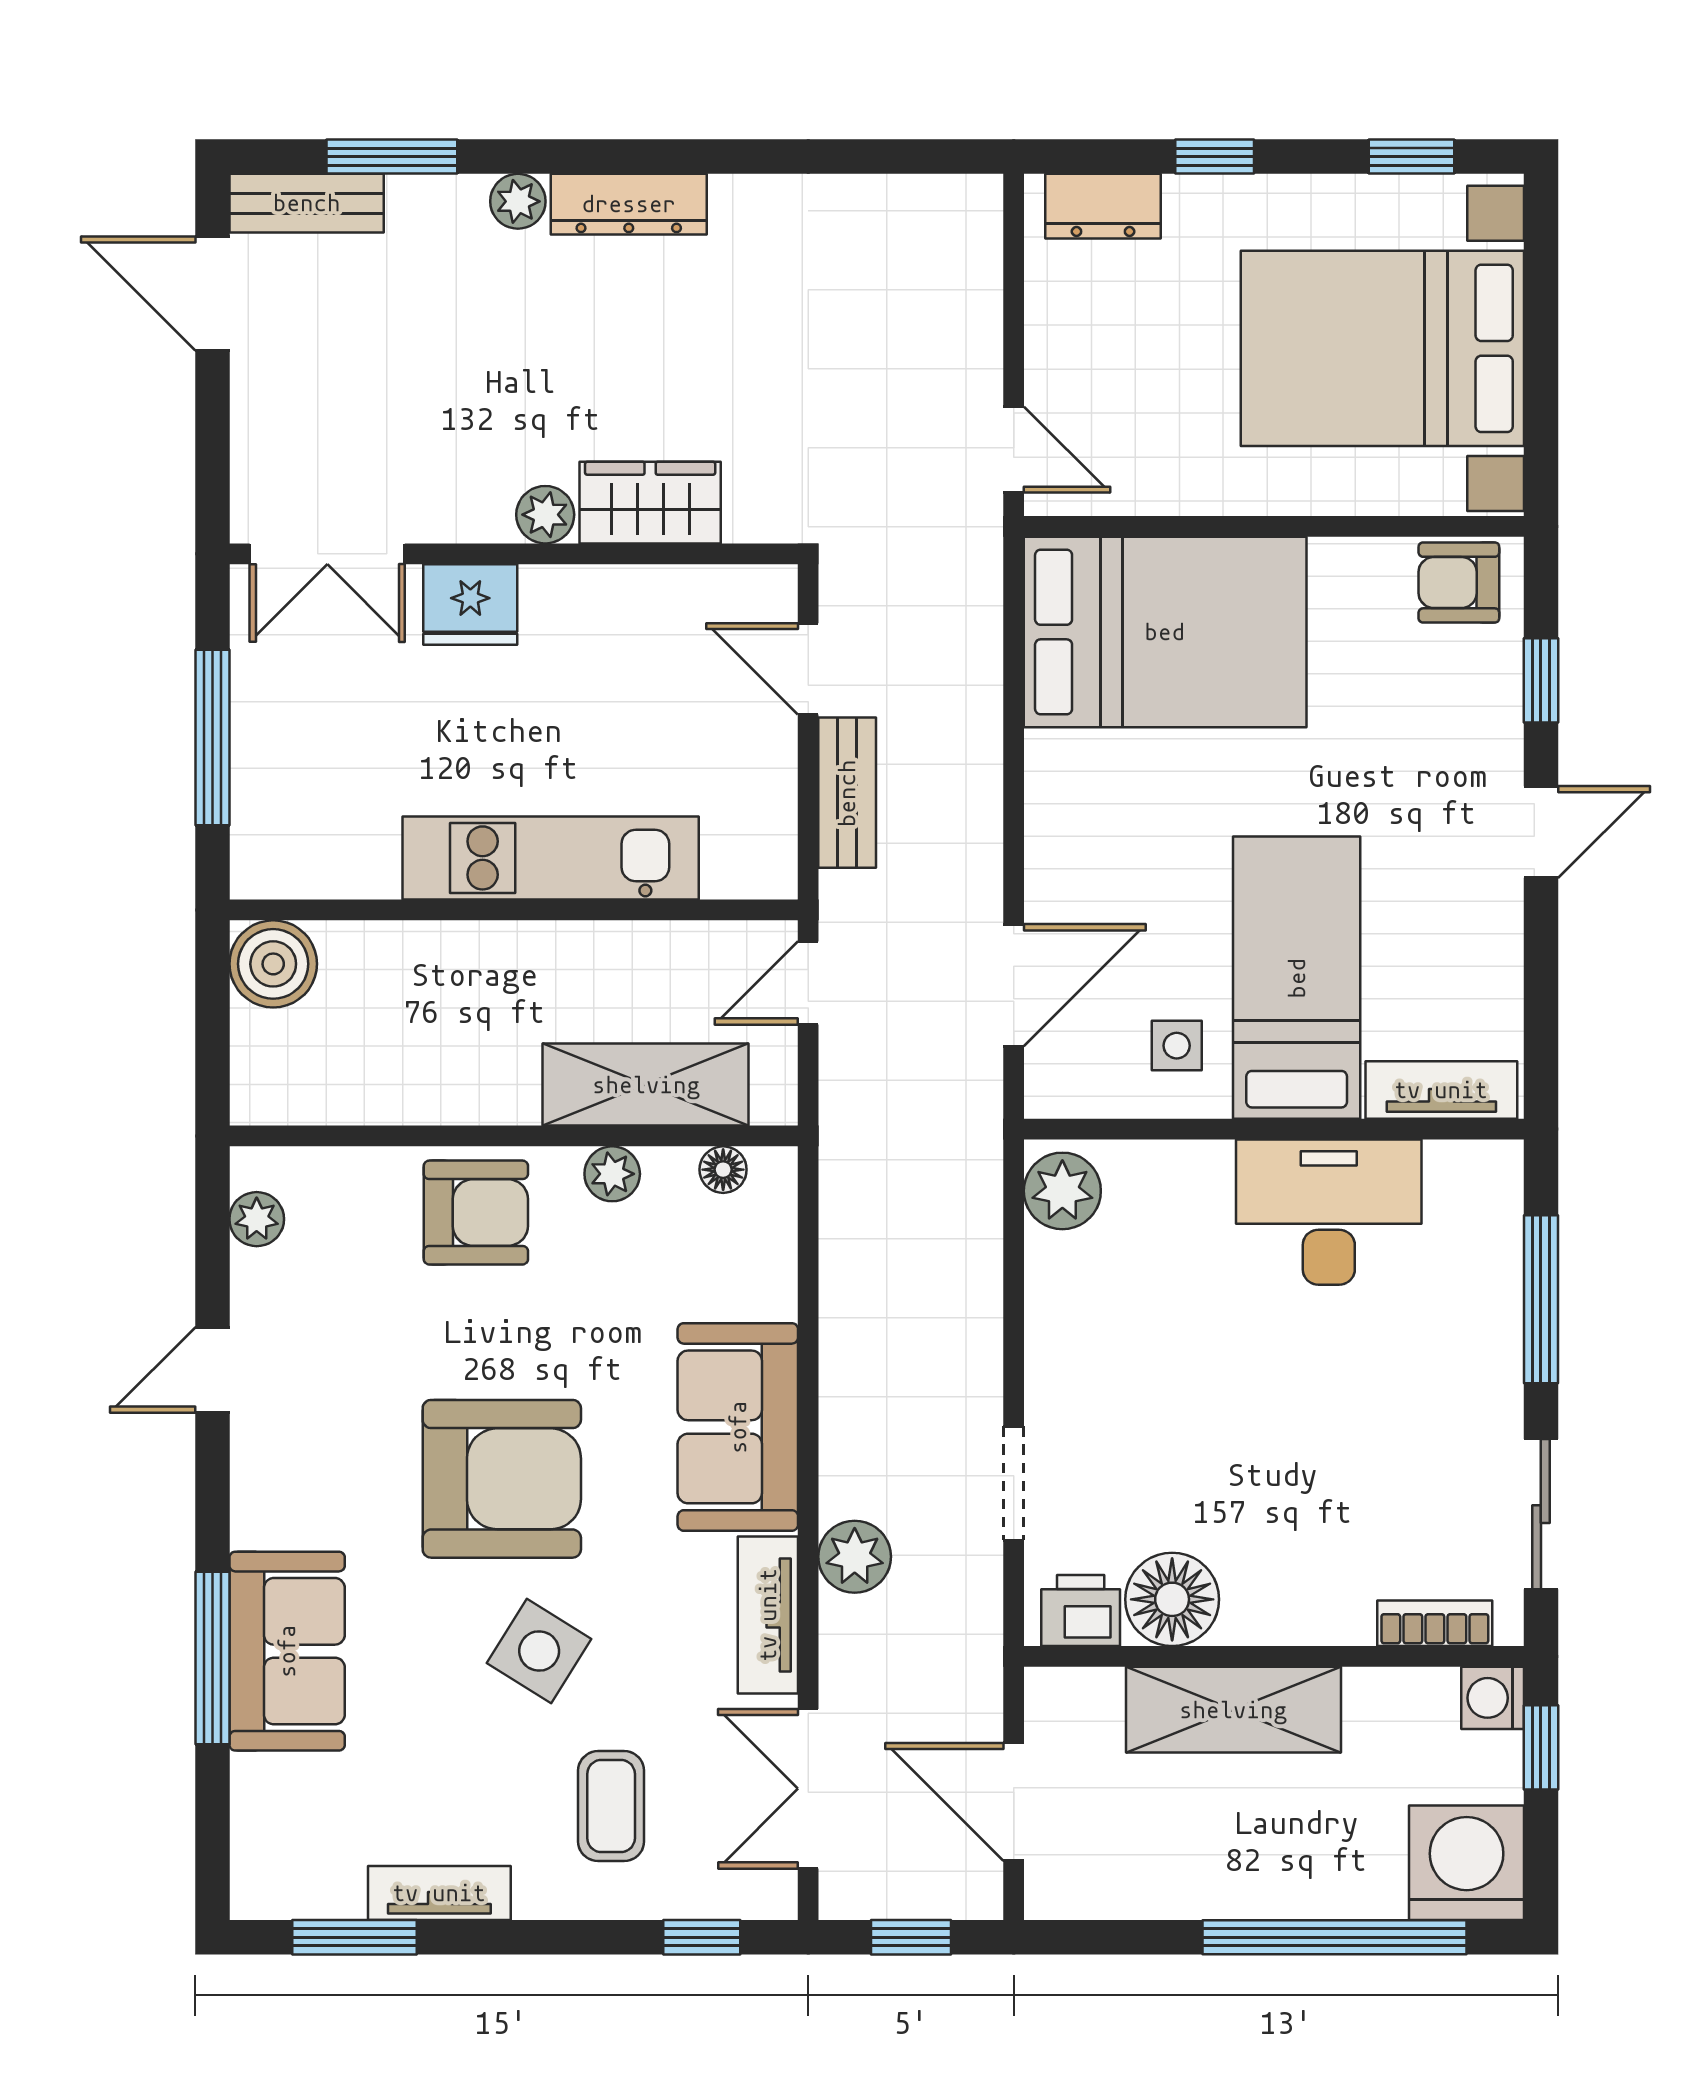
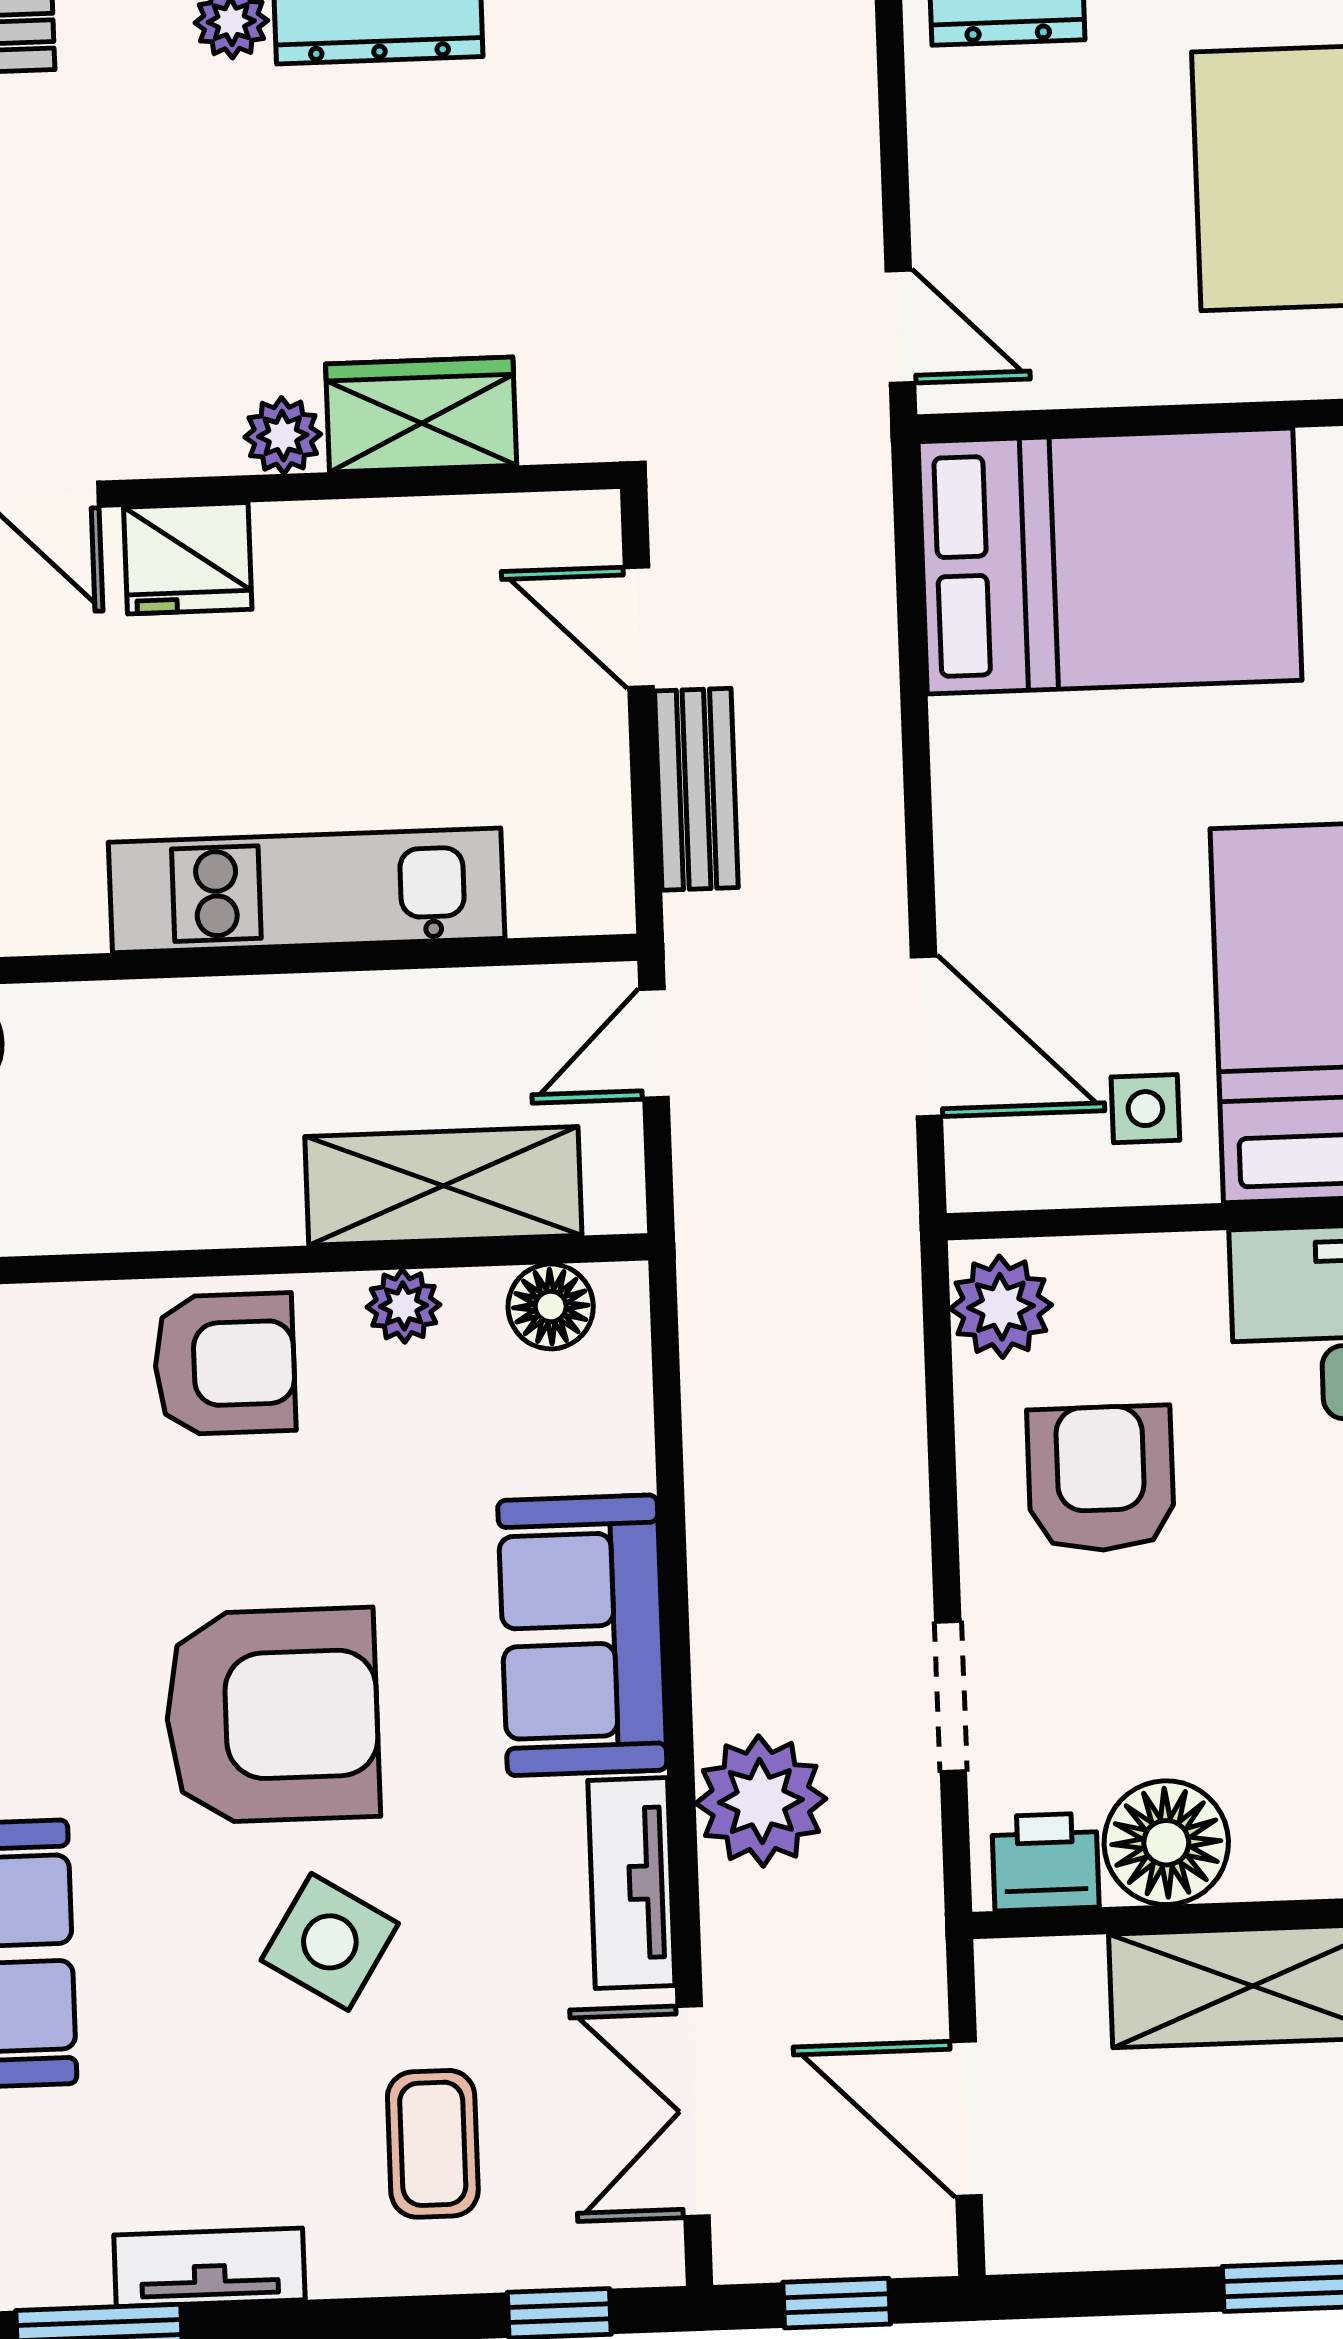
door: (1014, 985) -> (926, 1036), hinge flipped
floor lamp: (723, 1170) -> (551, 1306), width x1.37, depth x1.37
armchair: (1133, 1323) -> (1101, 1479), added
plant: (855, 1557) -> (761, 1801), width x1.36, depth x1.36

